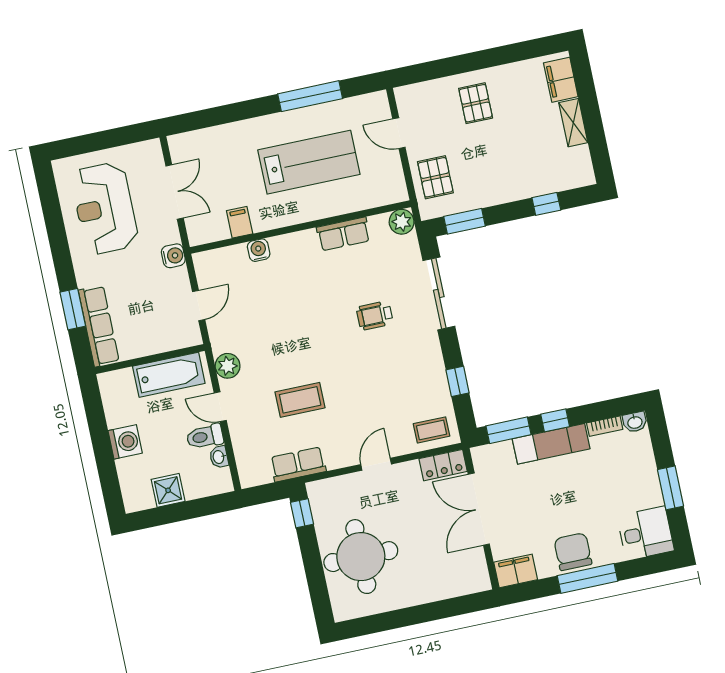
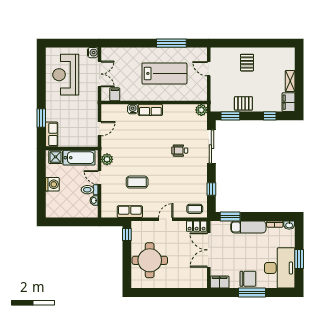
filing cabinet: (561, 80) -> (289, 102), moved
pallet: (435, 177) -> (243, 103), moved, turned 90
filing cabinet: (240, 222) -> (115, 94), moved
row of seats: (343, 234) -> (150, 110), moved
water cooler: (173, 256) -> (93, 53), moved
row of seats: (99, 326) -> (52, 134), width x0.68
window: (555, 420) -> (253, 217), removed
shower: (168, 490) -> (56, 157), moved
desk: (646, 533) -> (280, 268), width x1.87, depth x1.30
chair: (573, 552) -> (248, 279), turned 90

